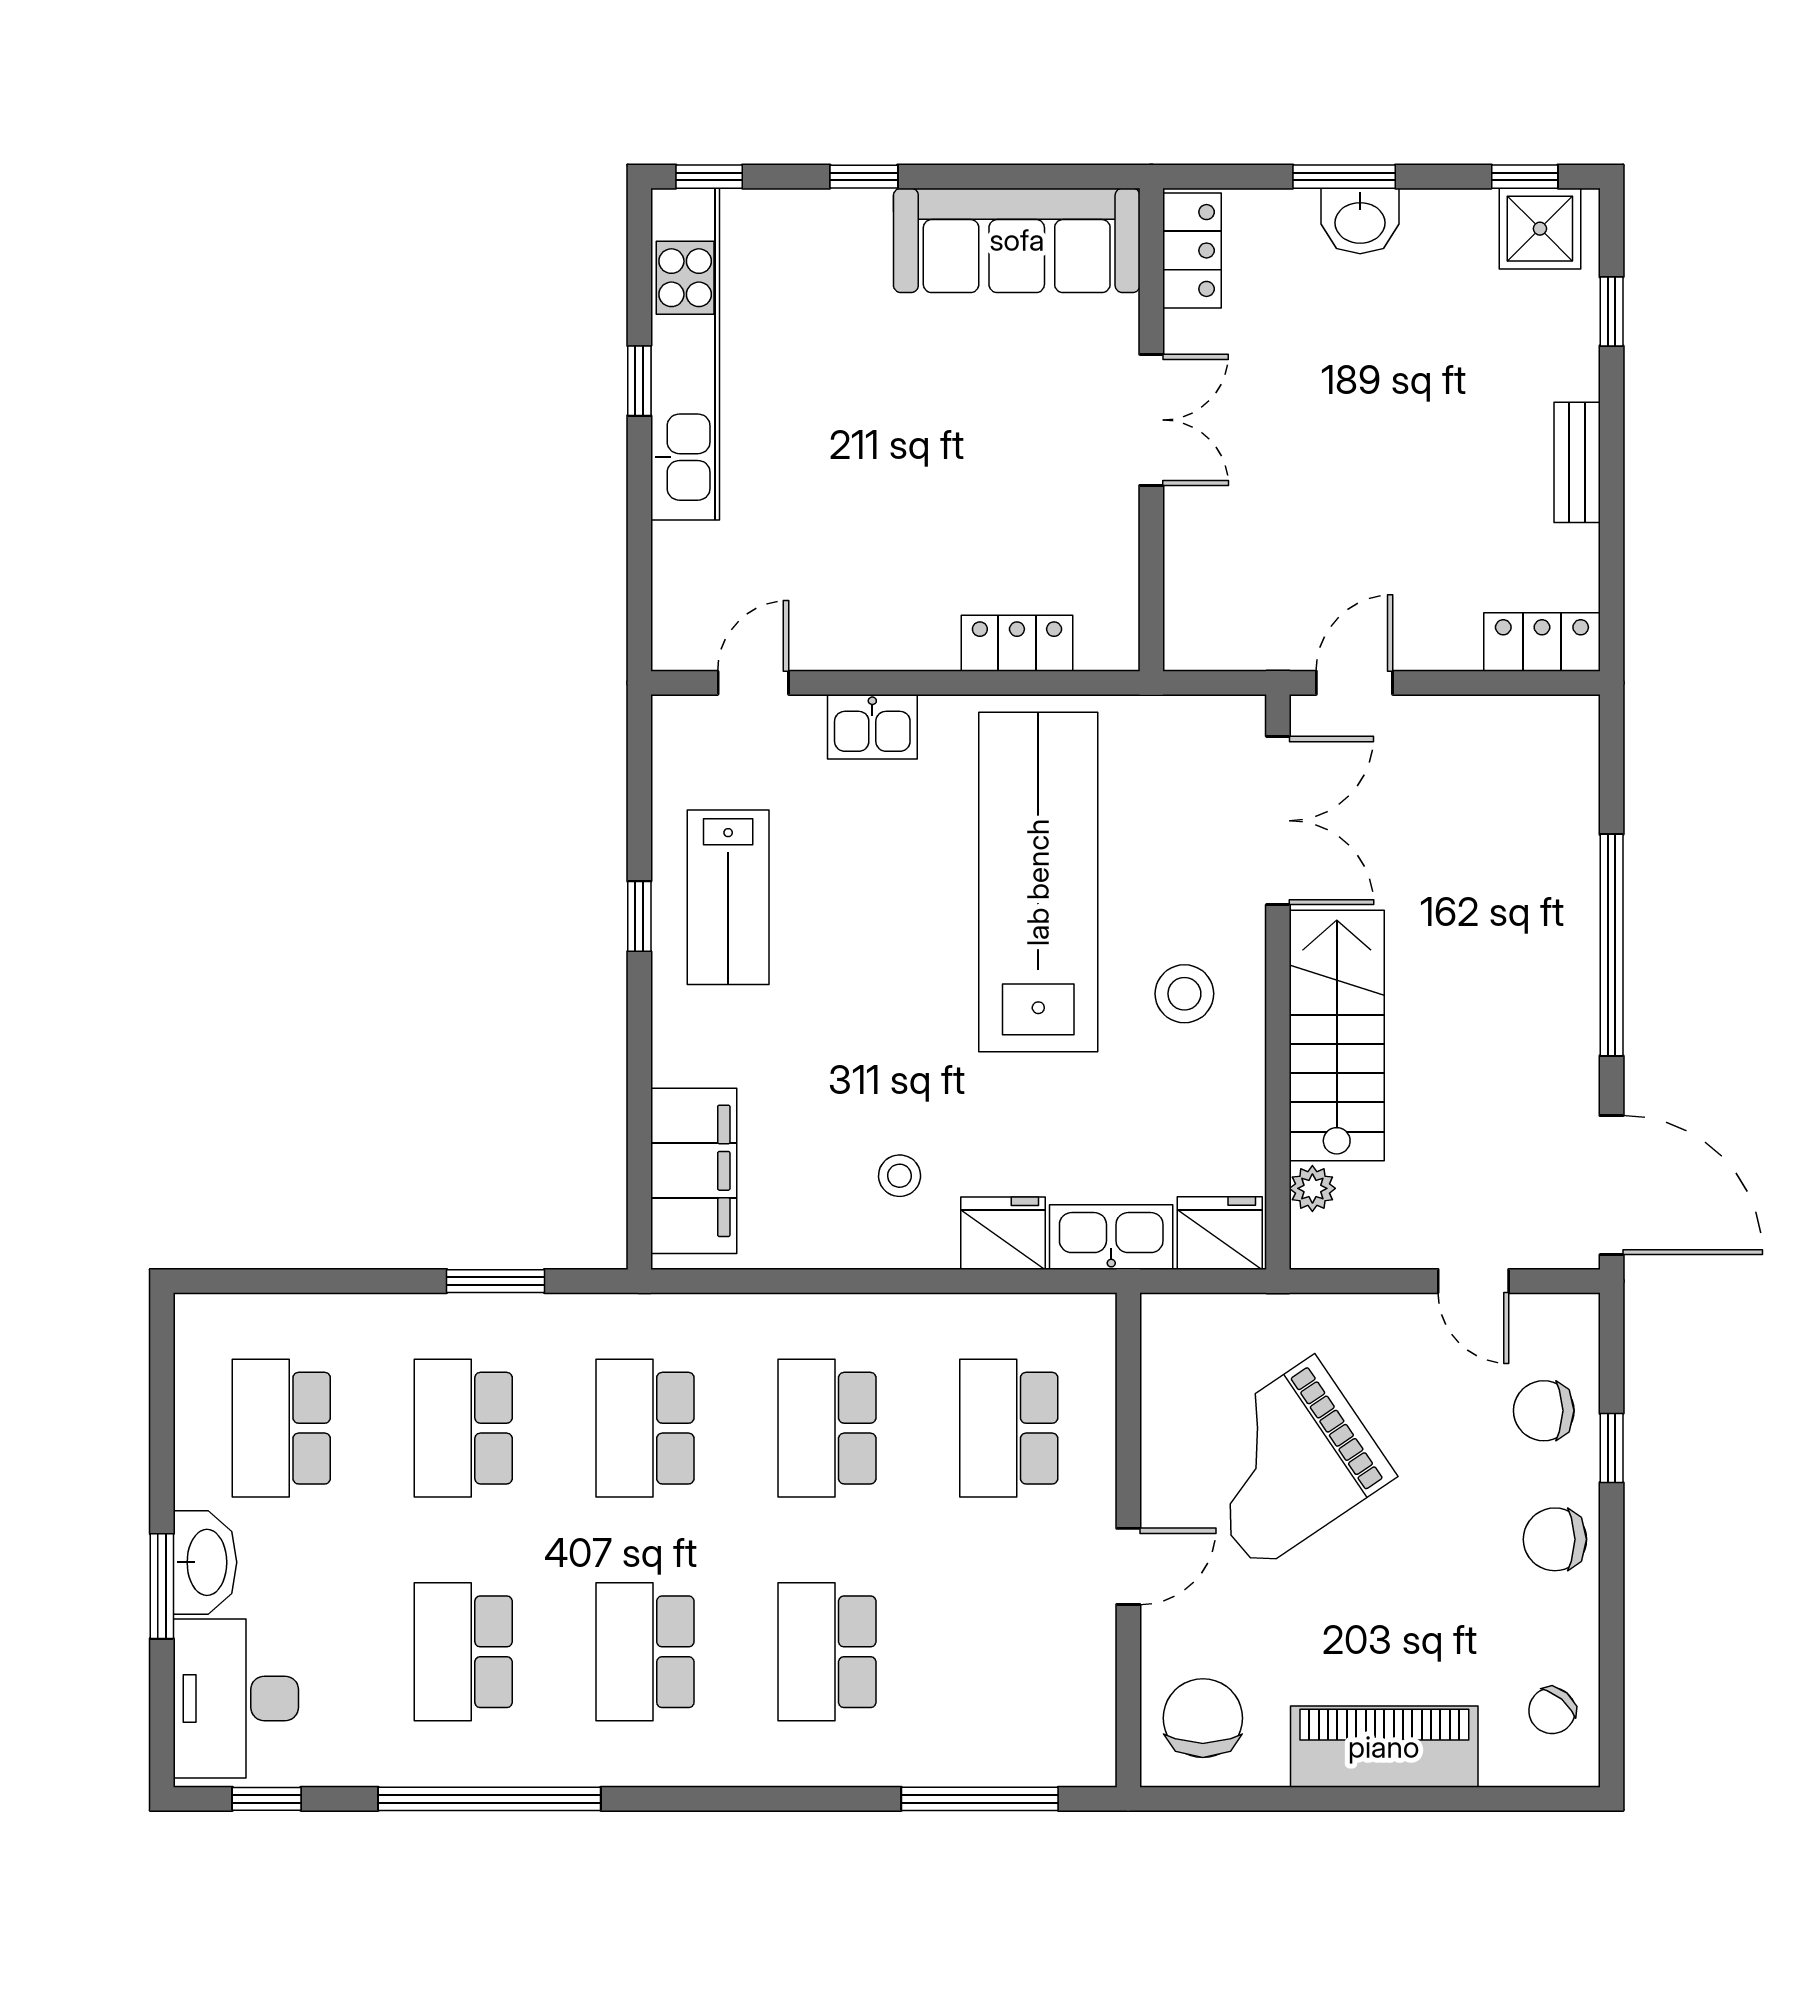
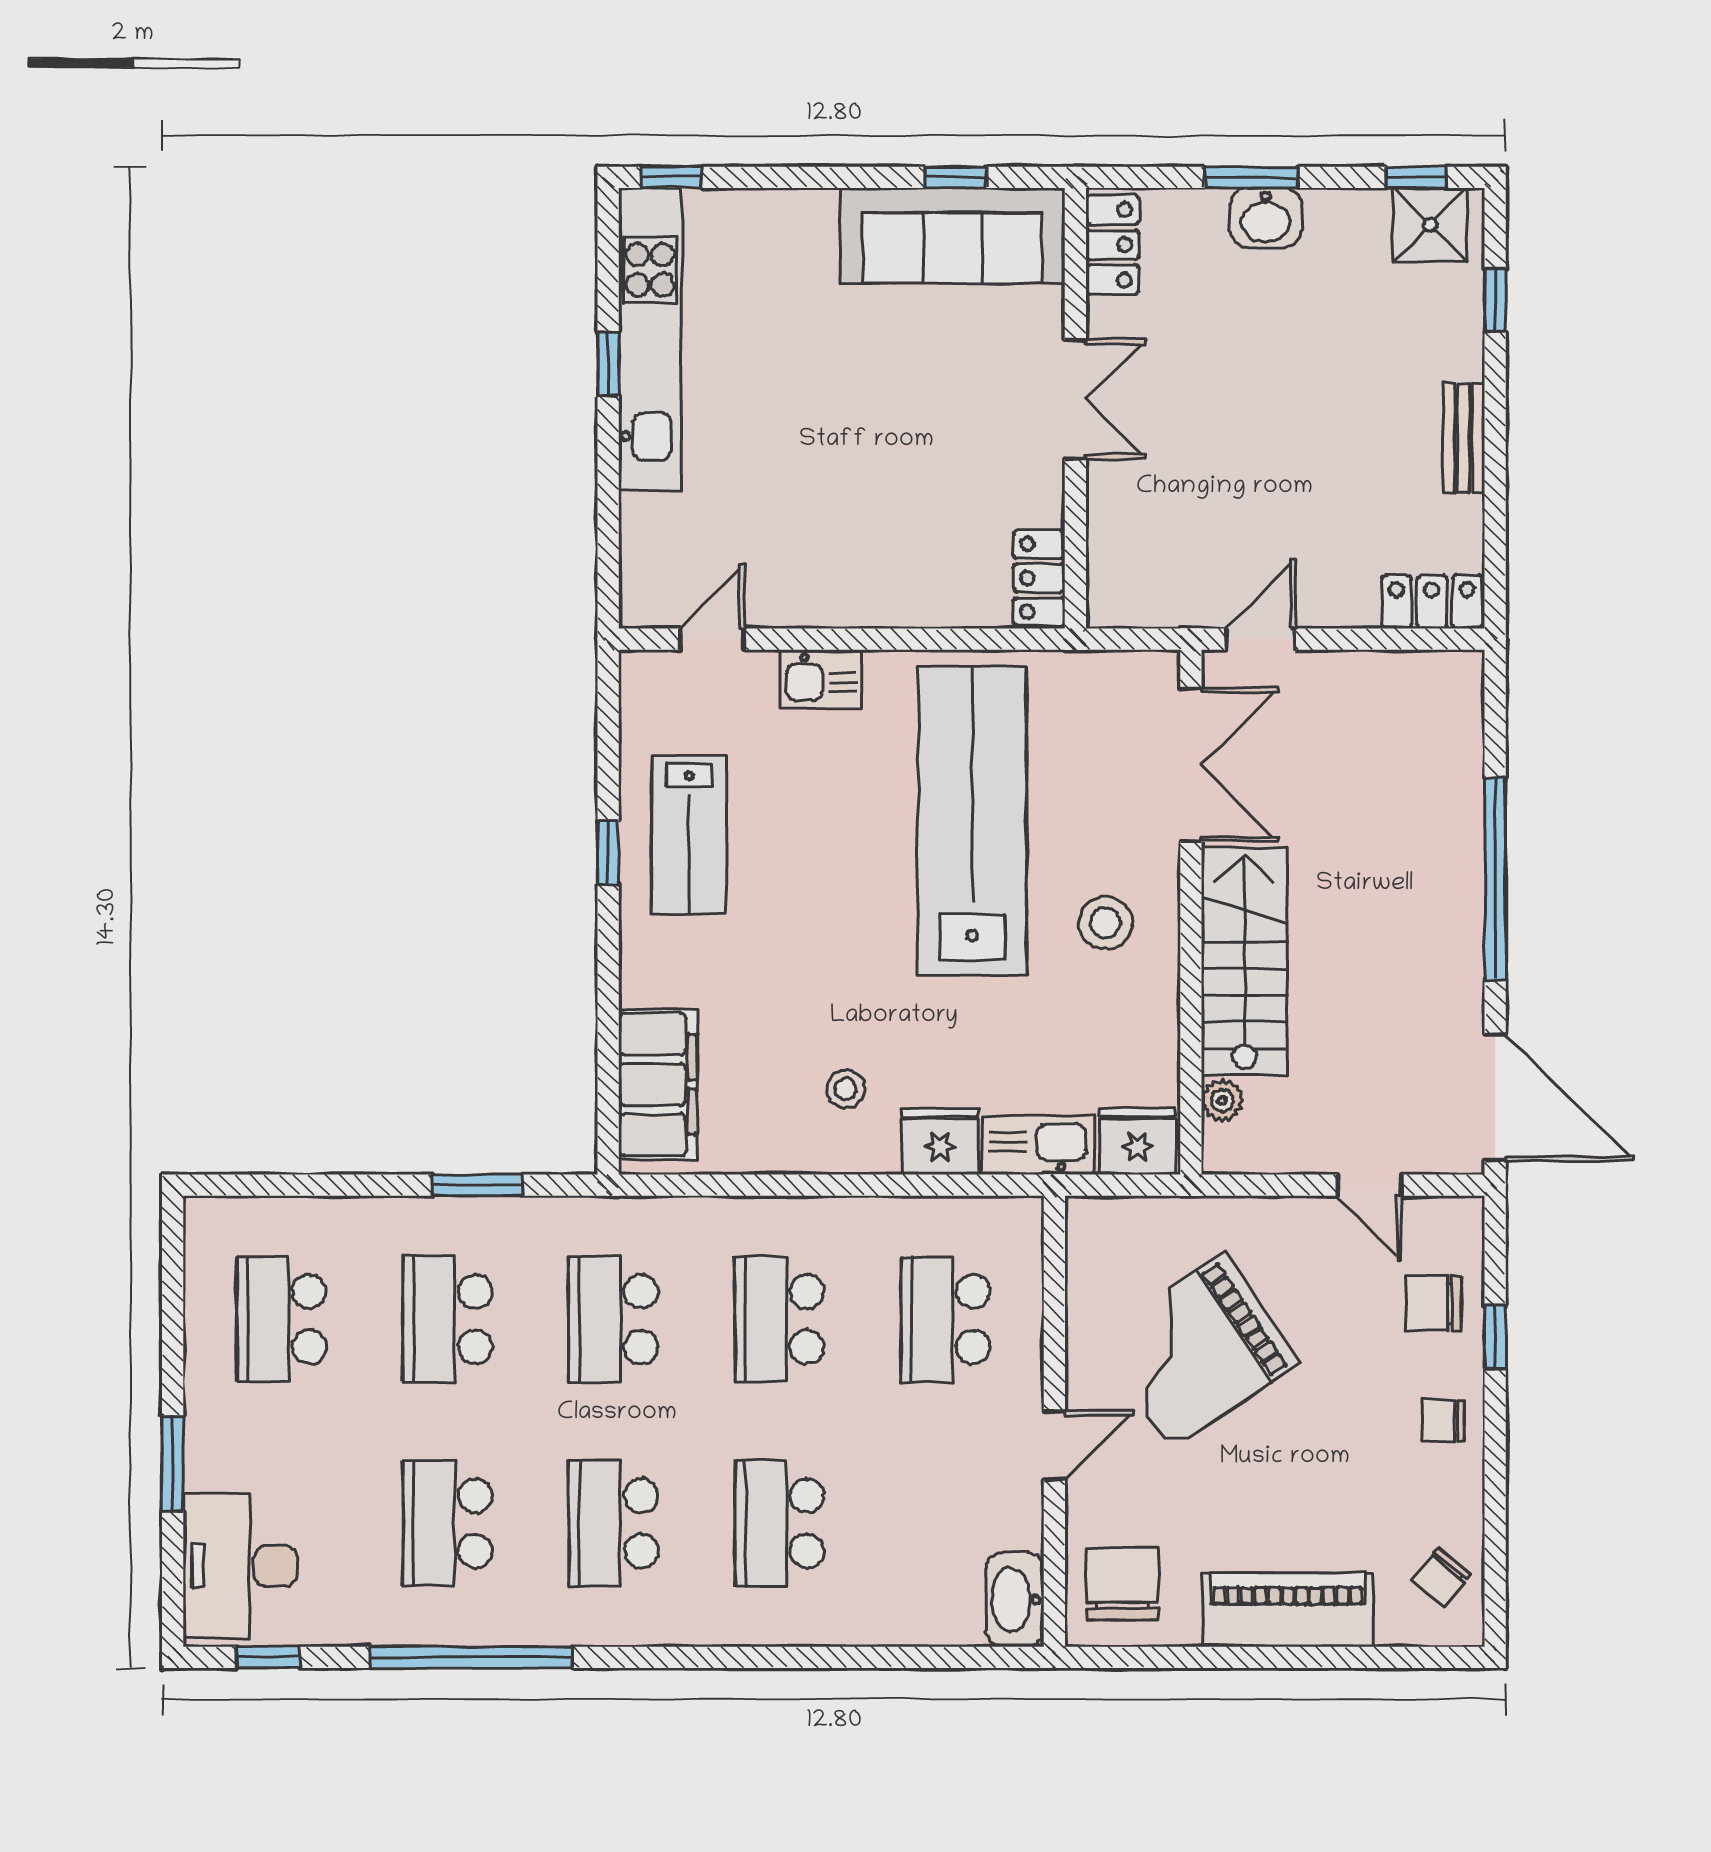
window: (864, 177) -> (956, 177), moved
locker: (1017, 643) -> (1039, 578), moved, turned -90
chair: (1555, 1539) -> (1444, 1421), width x0.73, depth x0.73
washbasin: (205, 1562) -> (1015, 1600), moved, turned 180
window: (980, 1799) -> (919, 1657), removed

